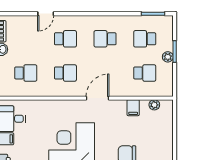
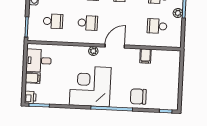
school desk: (145, 73) -> (157, 26), turned 180
plant: (154, 105) -> (93, 51), moved

